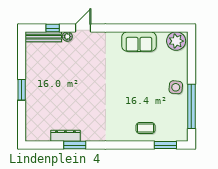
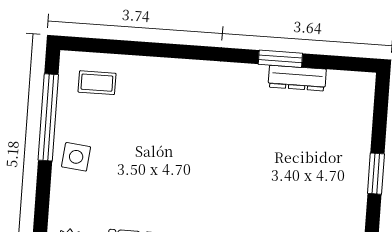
coffee table: (145, 128) -> (97, 83), moved
window: (165, 145) -> (104, 46), removed

